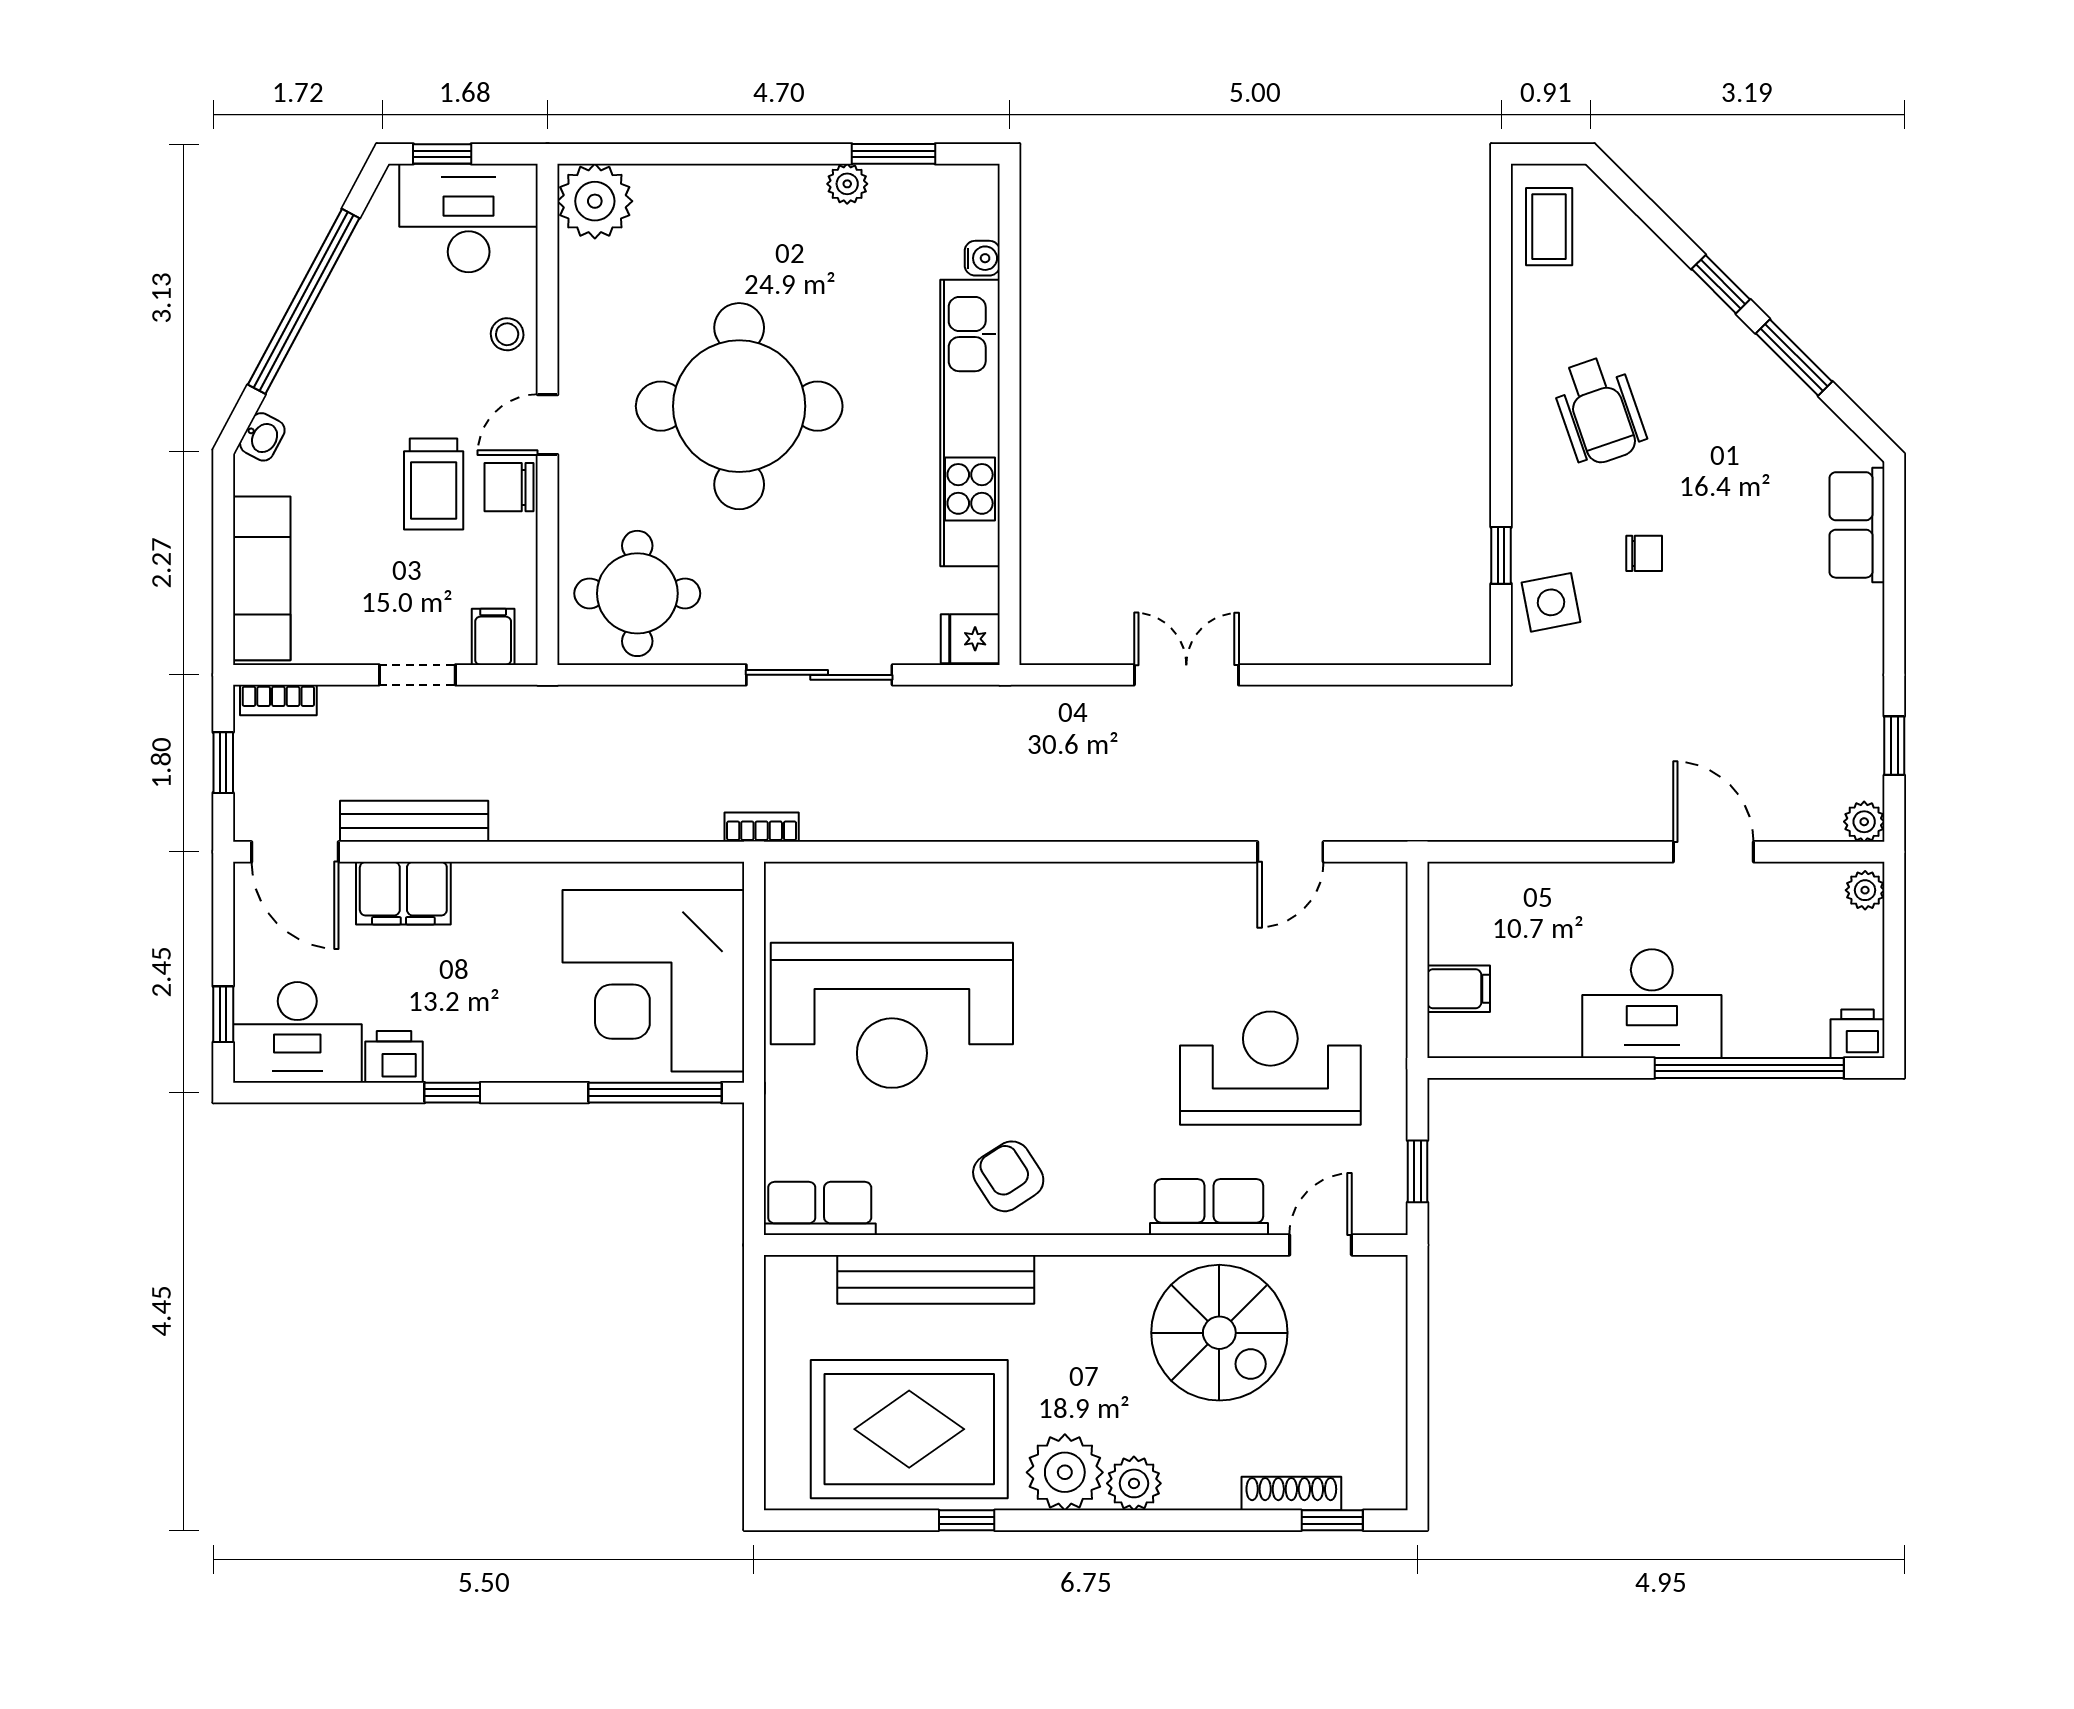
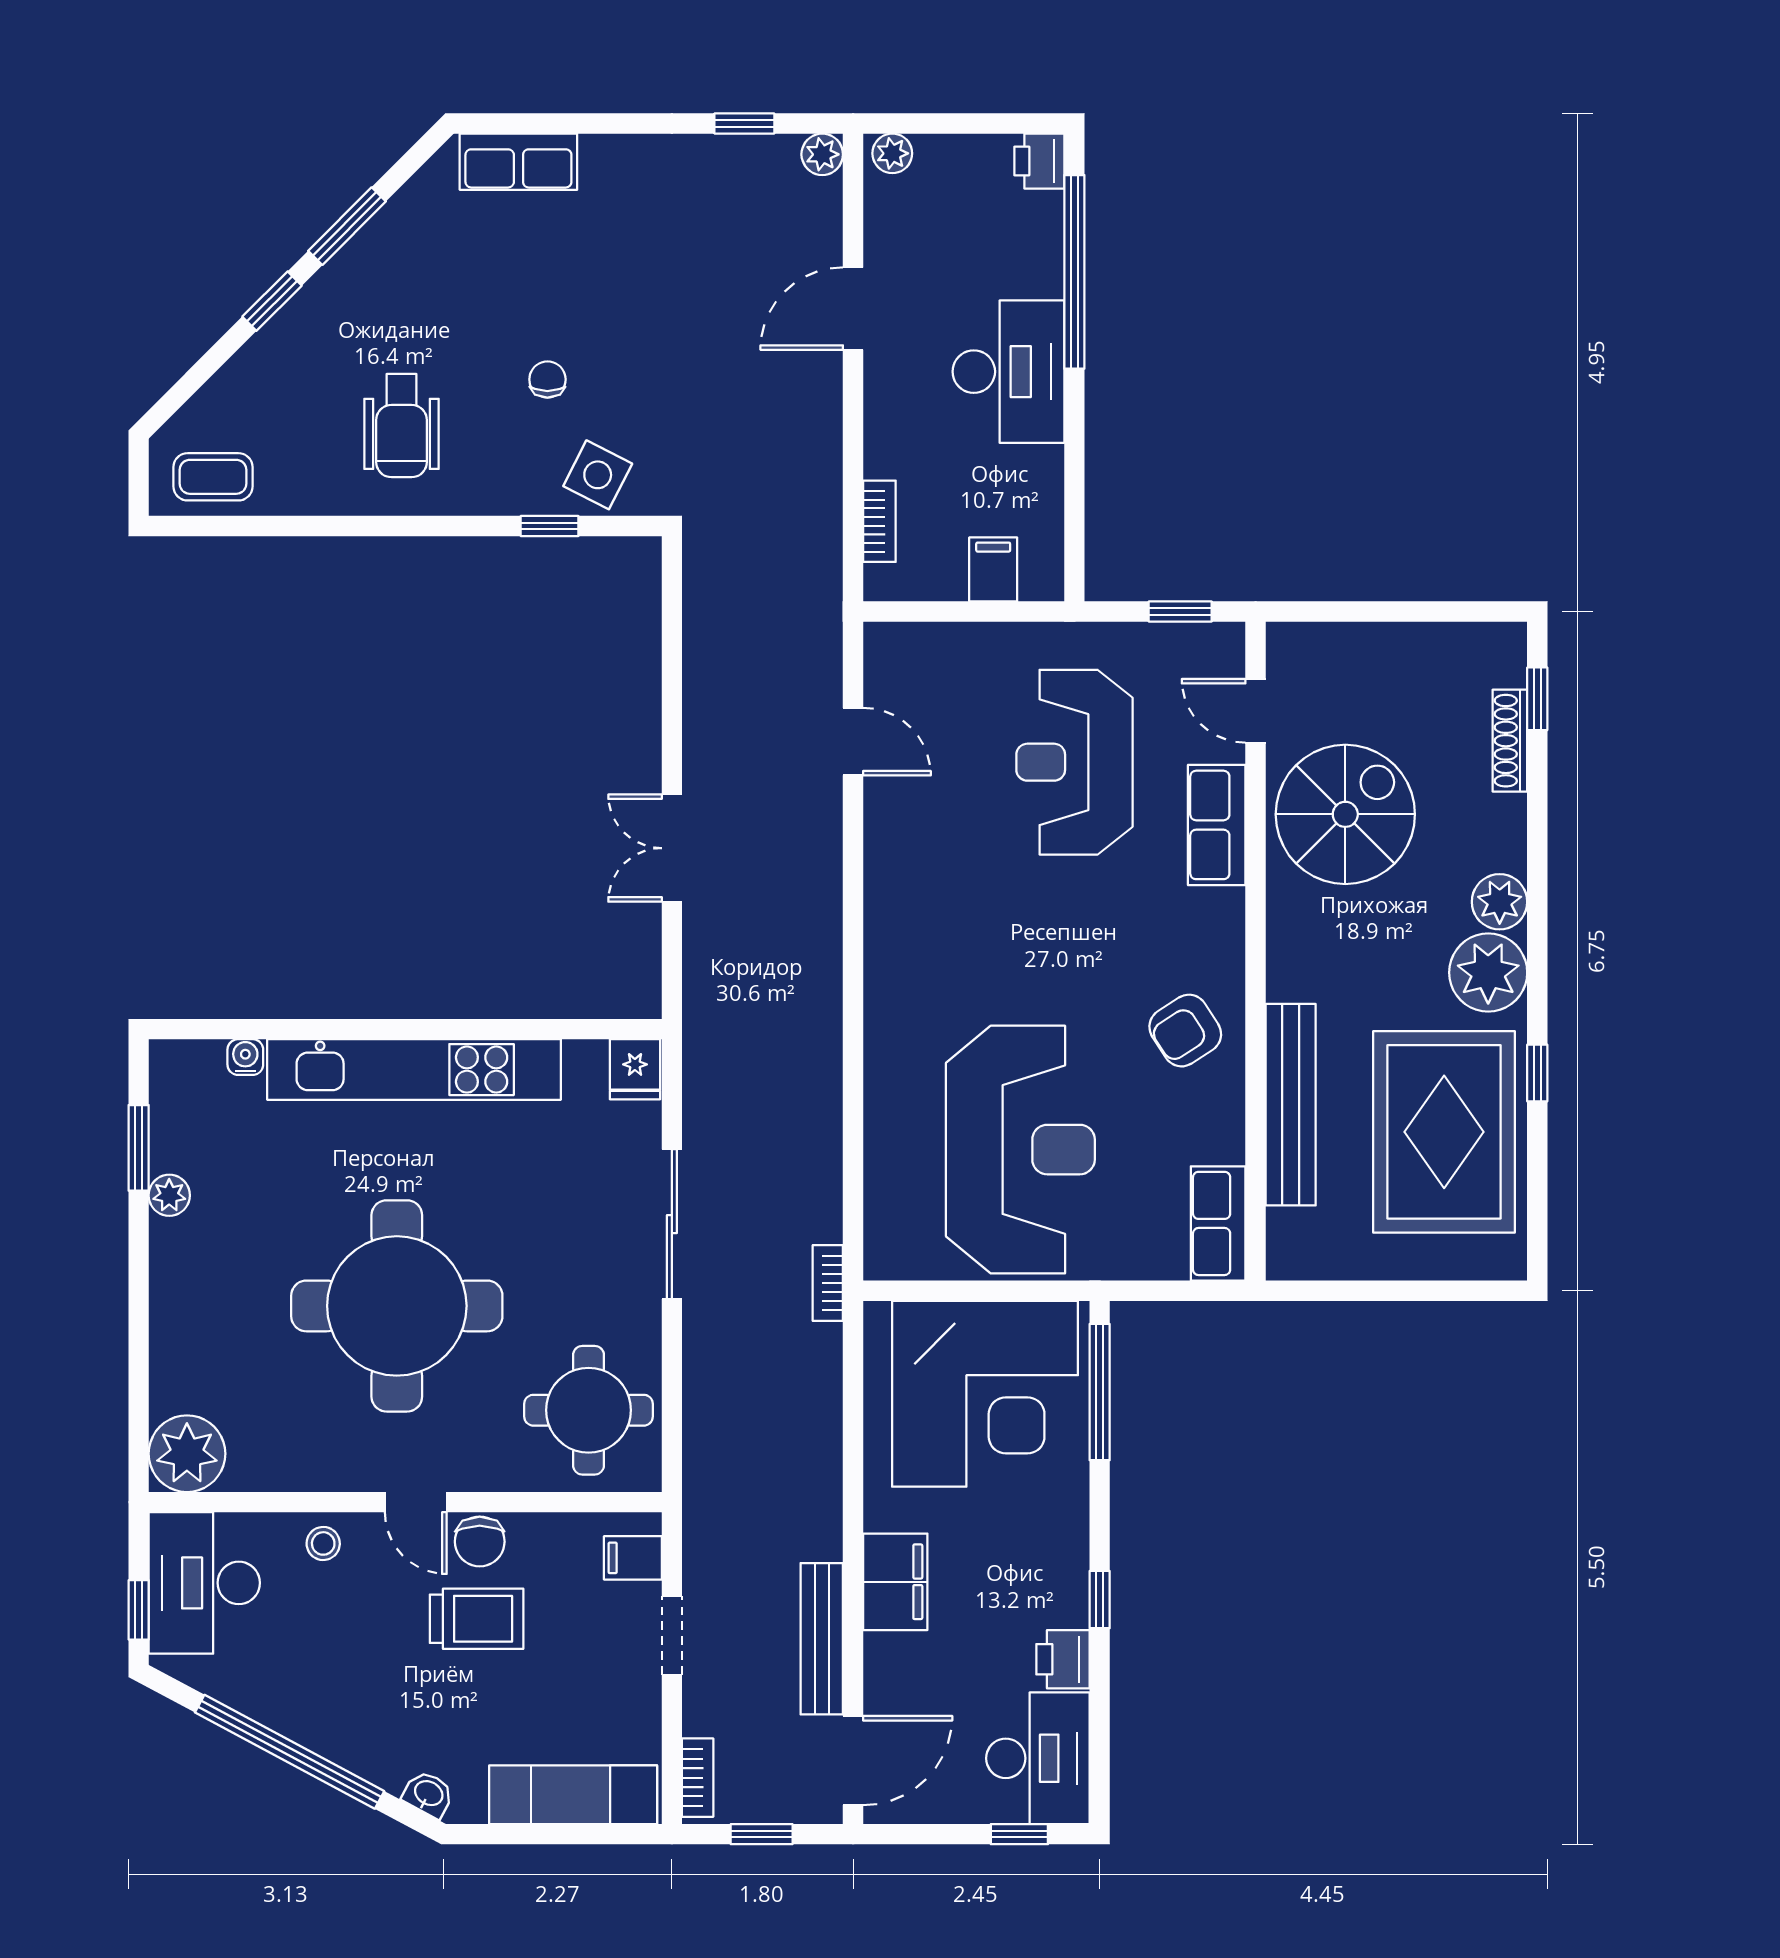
wheelchair: (1599, 411) -> (402, 426), turned 109
side table: (1551, 602) -> (598, 475), turned 38
bookcase: (1506, 878) -> (879, 521), added
filing cabinet: (403, 893) -> (895, 1582), moved

